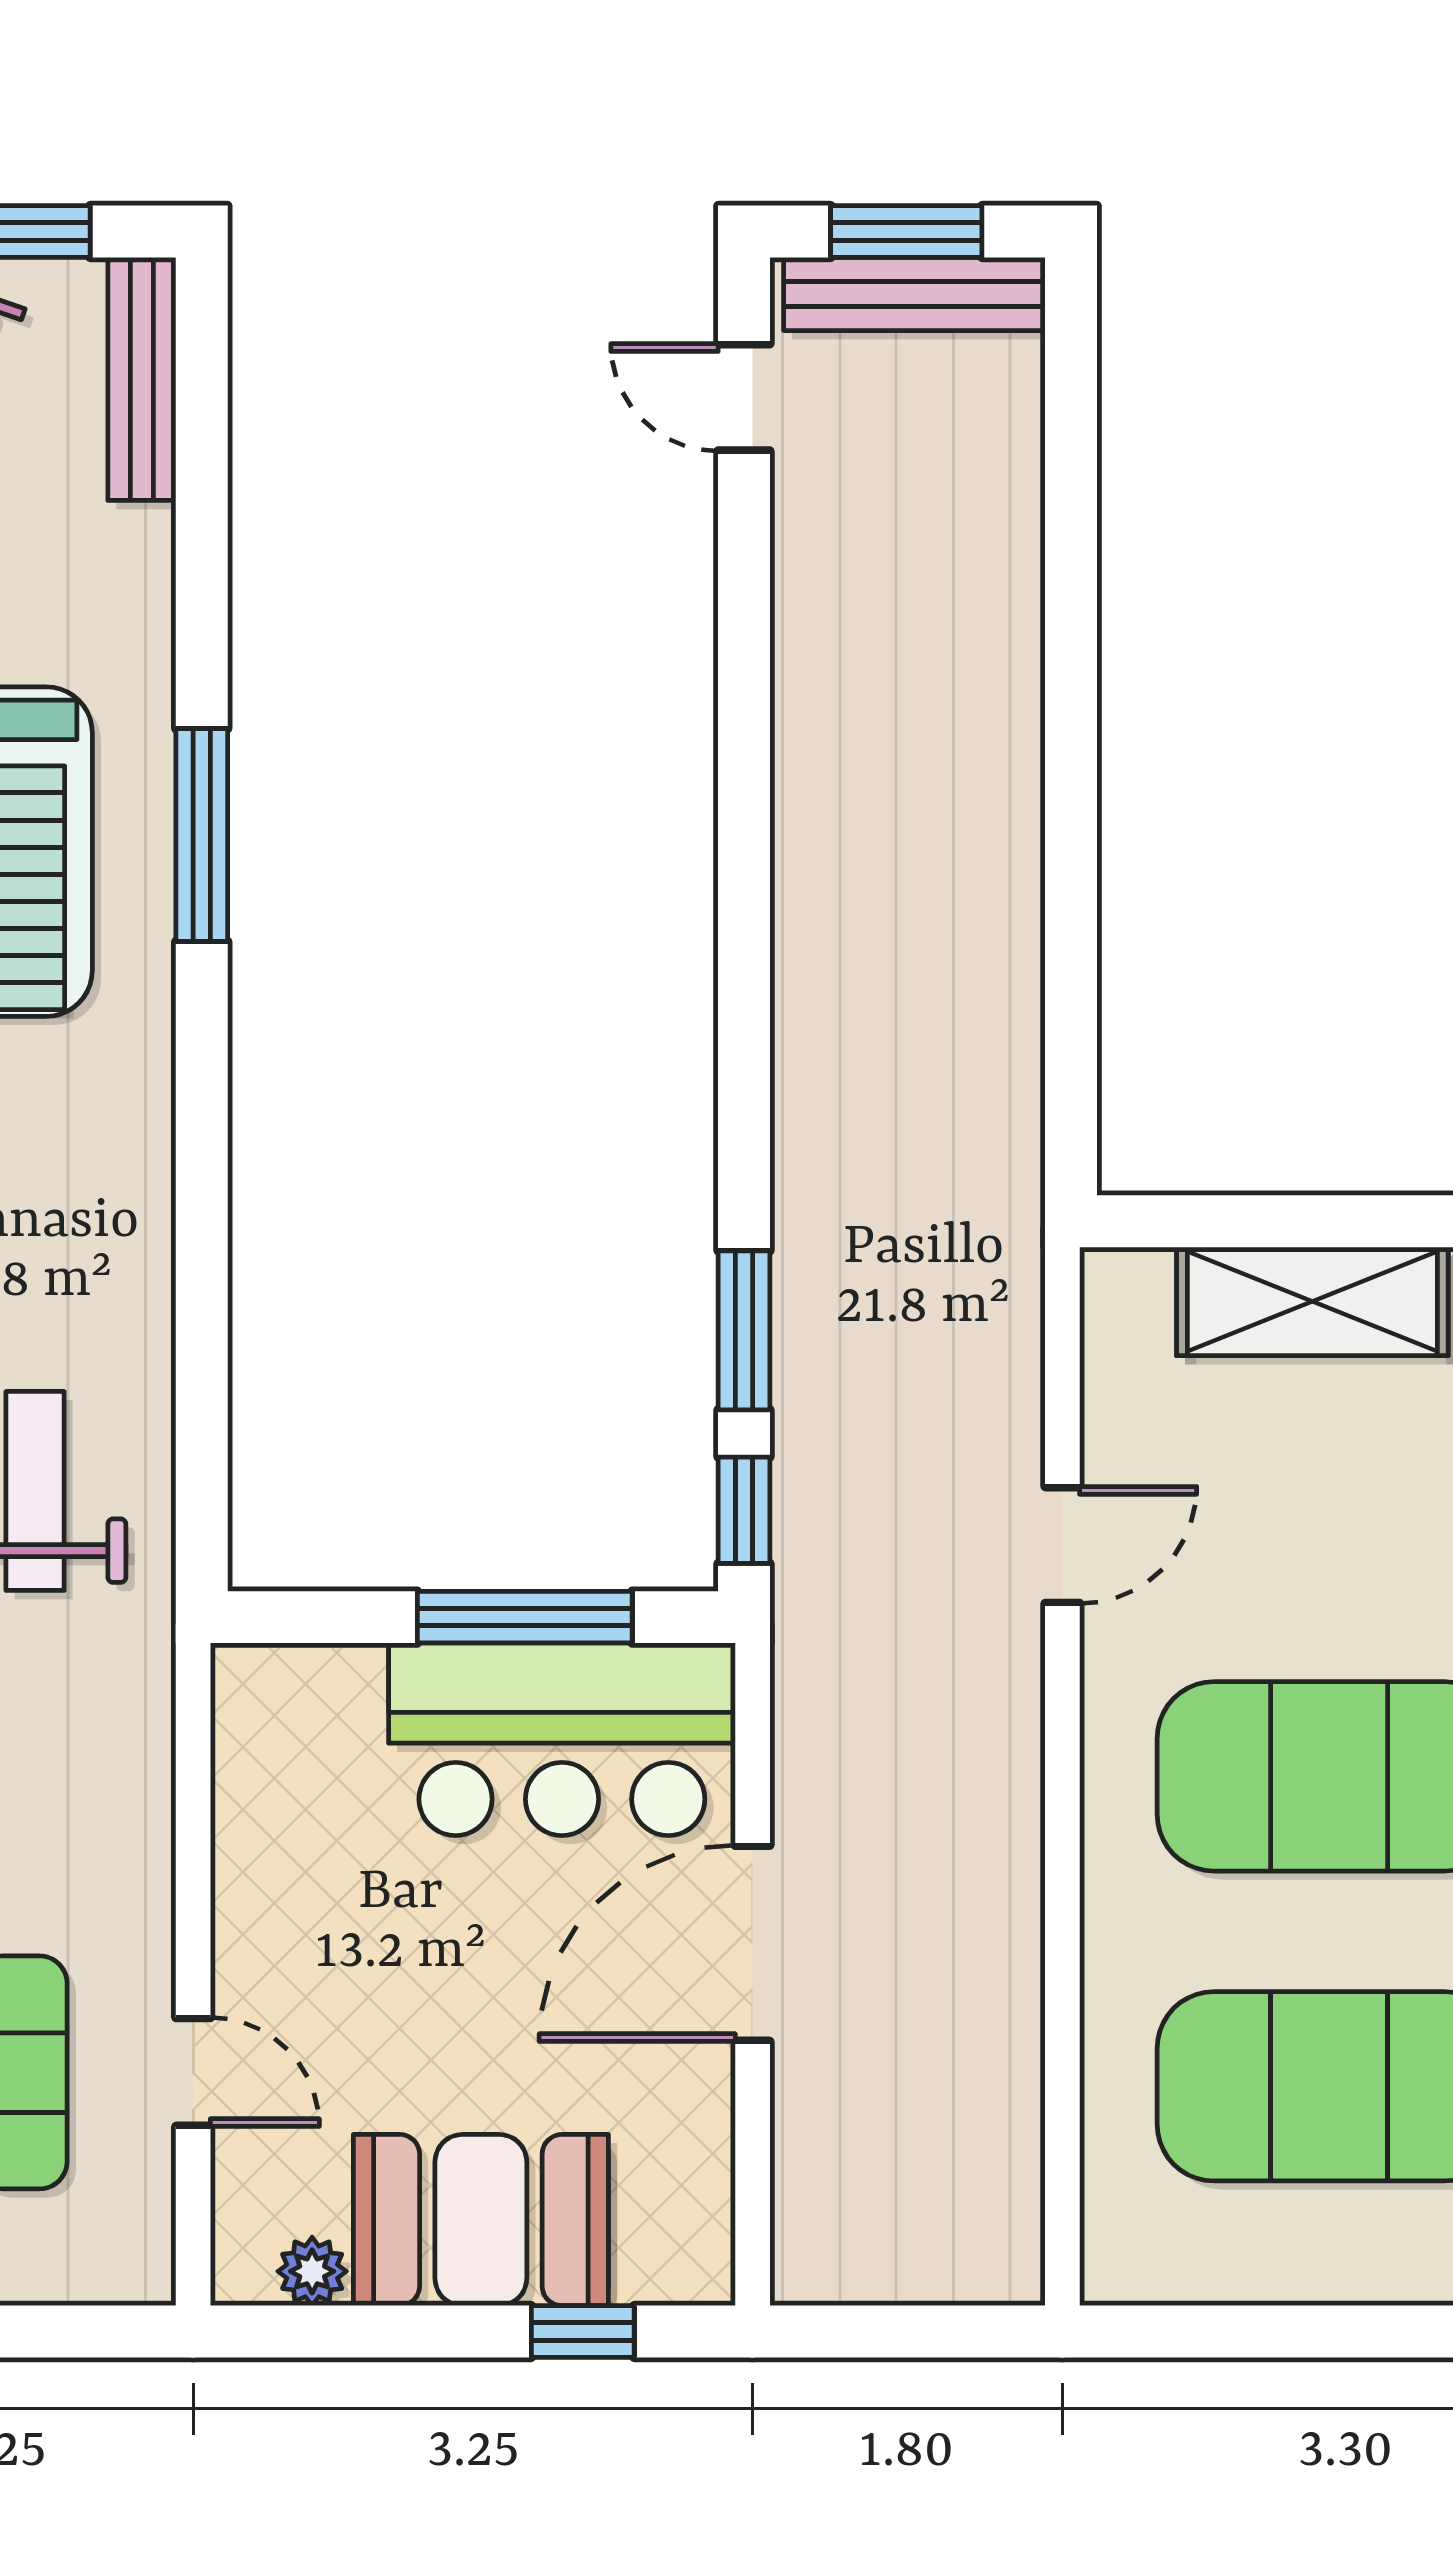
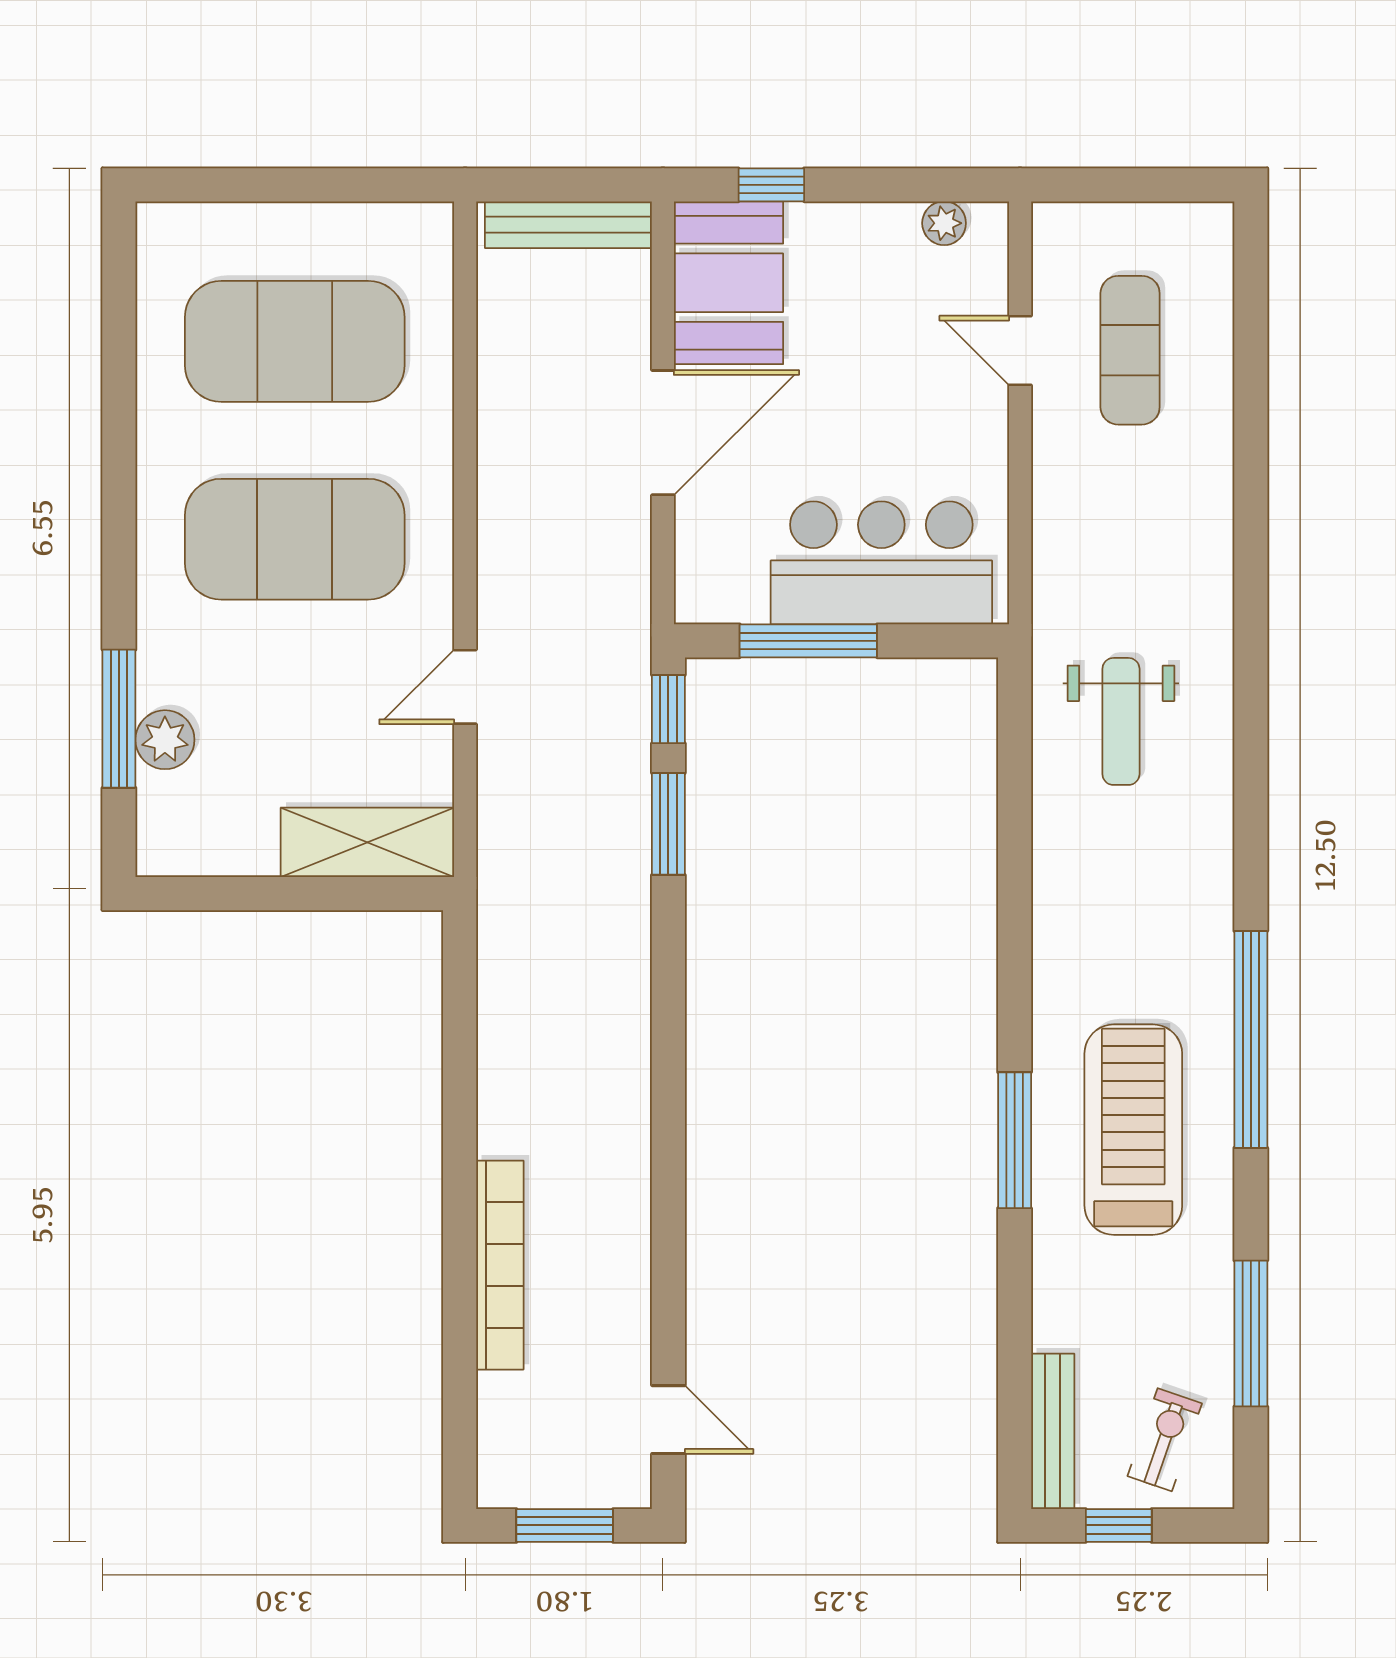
bench: (914, 294) -> (568, 225), moved
bookcase: (1008, 639) -> (500, 1265), added
shelving: (1312, 1301) -> (367, 842), moved
bar counter: (562, 1739) -> (881, 563), moved
booth: (481, 2220) -> (729, 283), moved, turned 90

